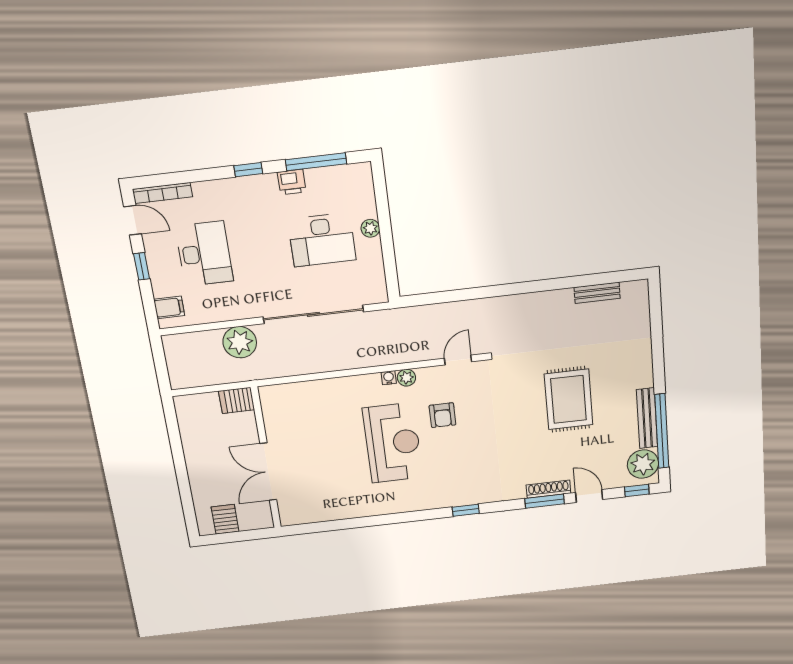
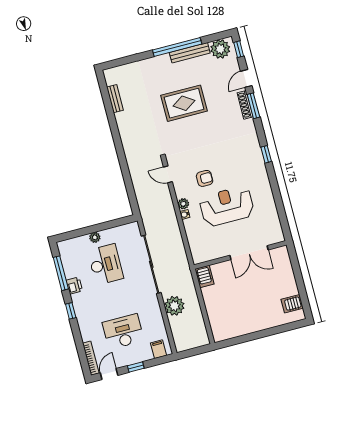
server rack: (237, 400) -> (204, 277), moved
window: (662, 431) -> (177, 47), moved
wall: (266, 458) -> (240, 255), moved
double door: (268, 472) -> (249, 253), moved

